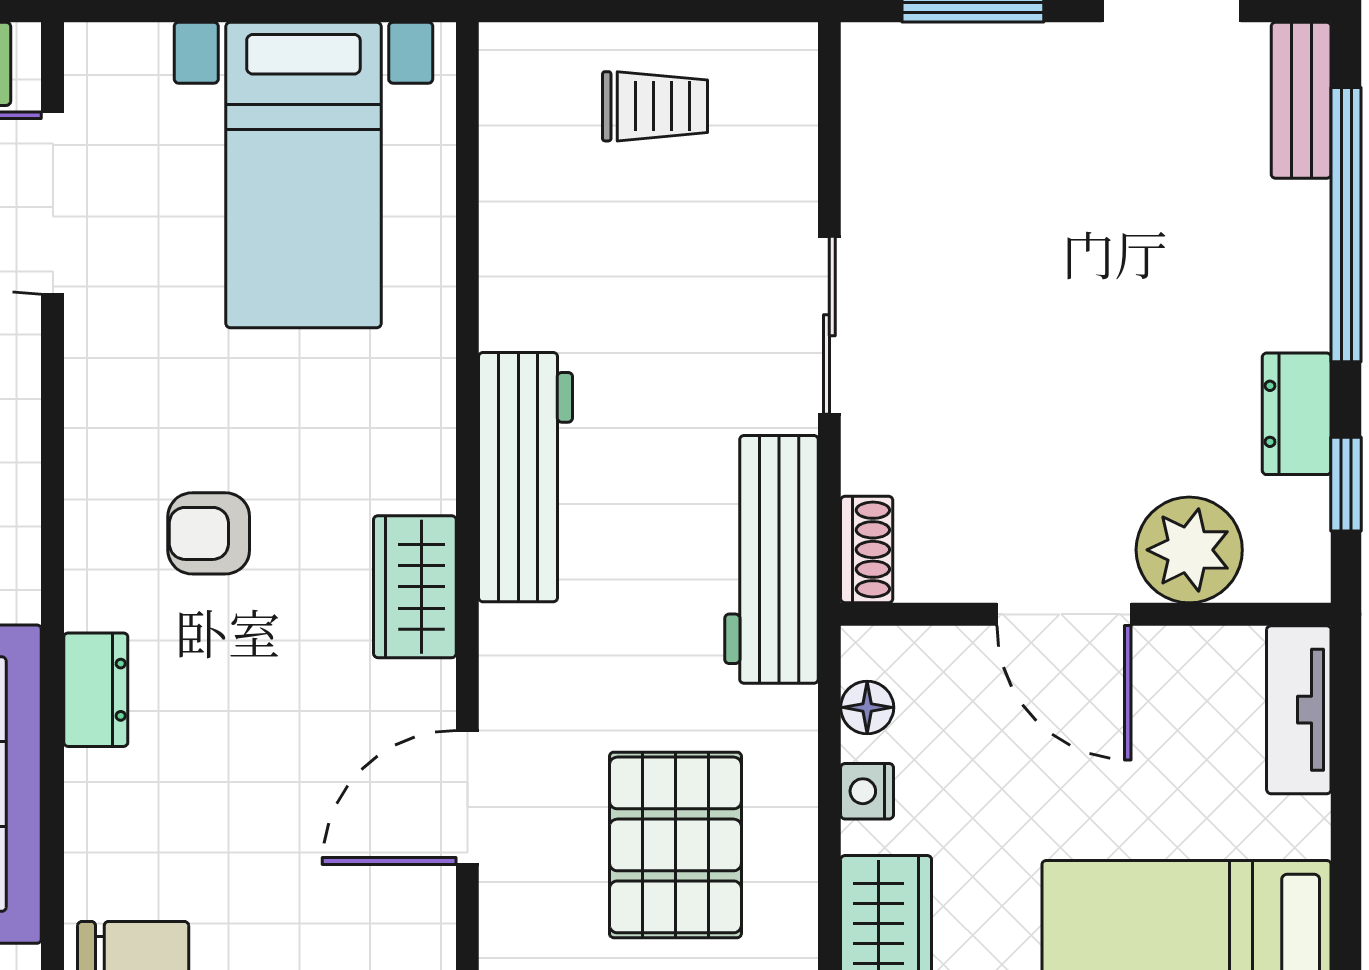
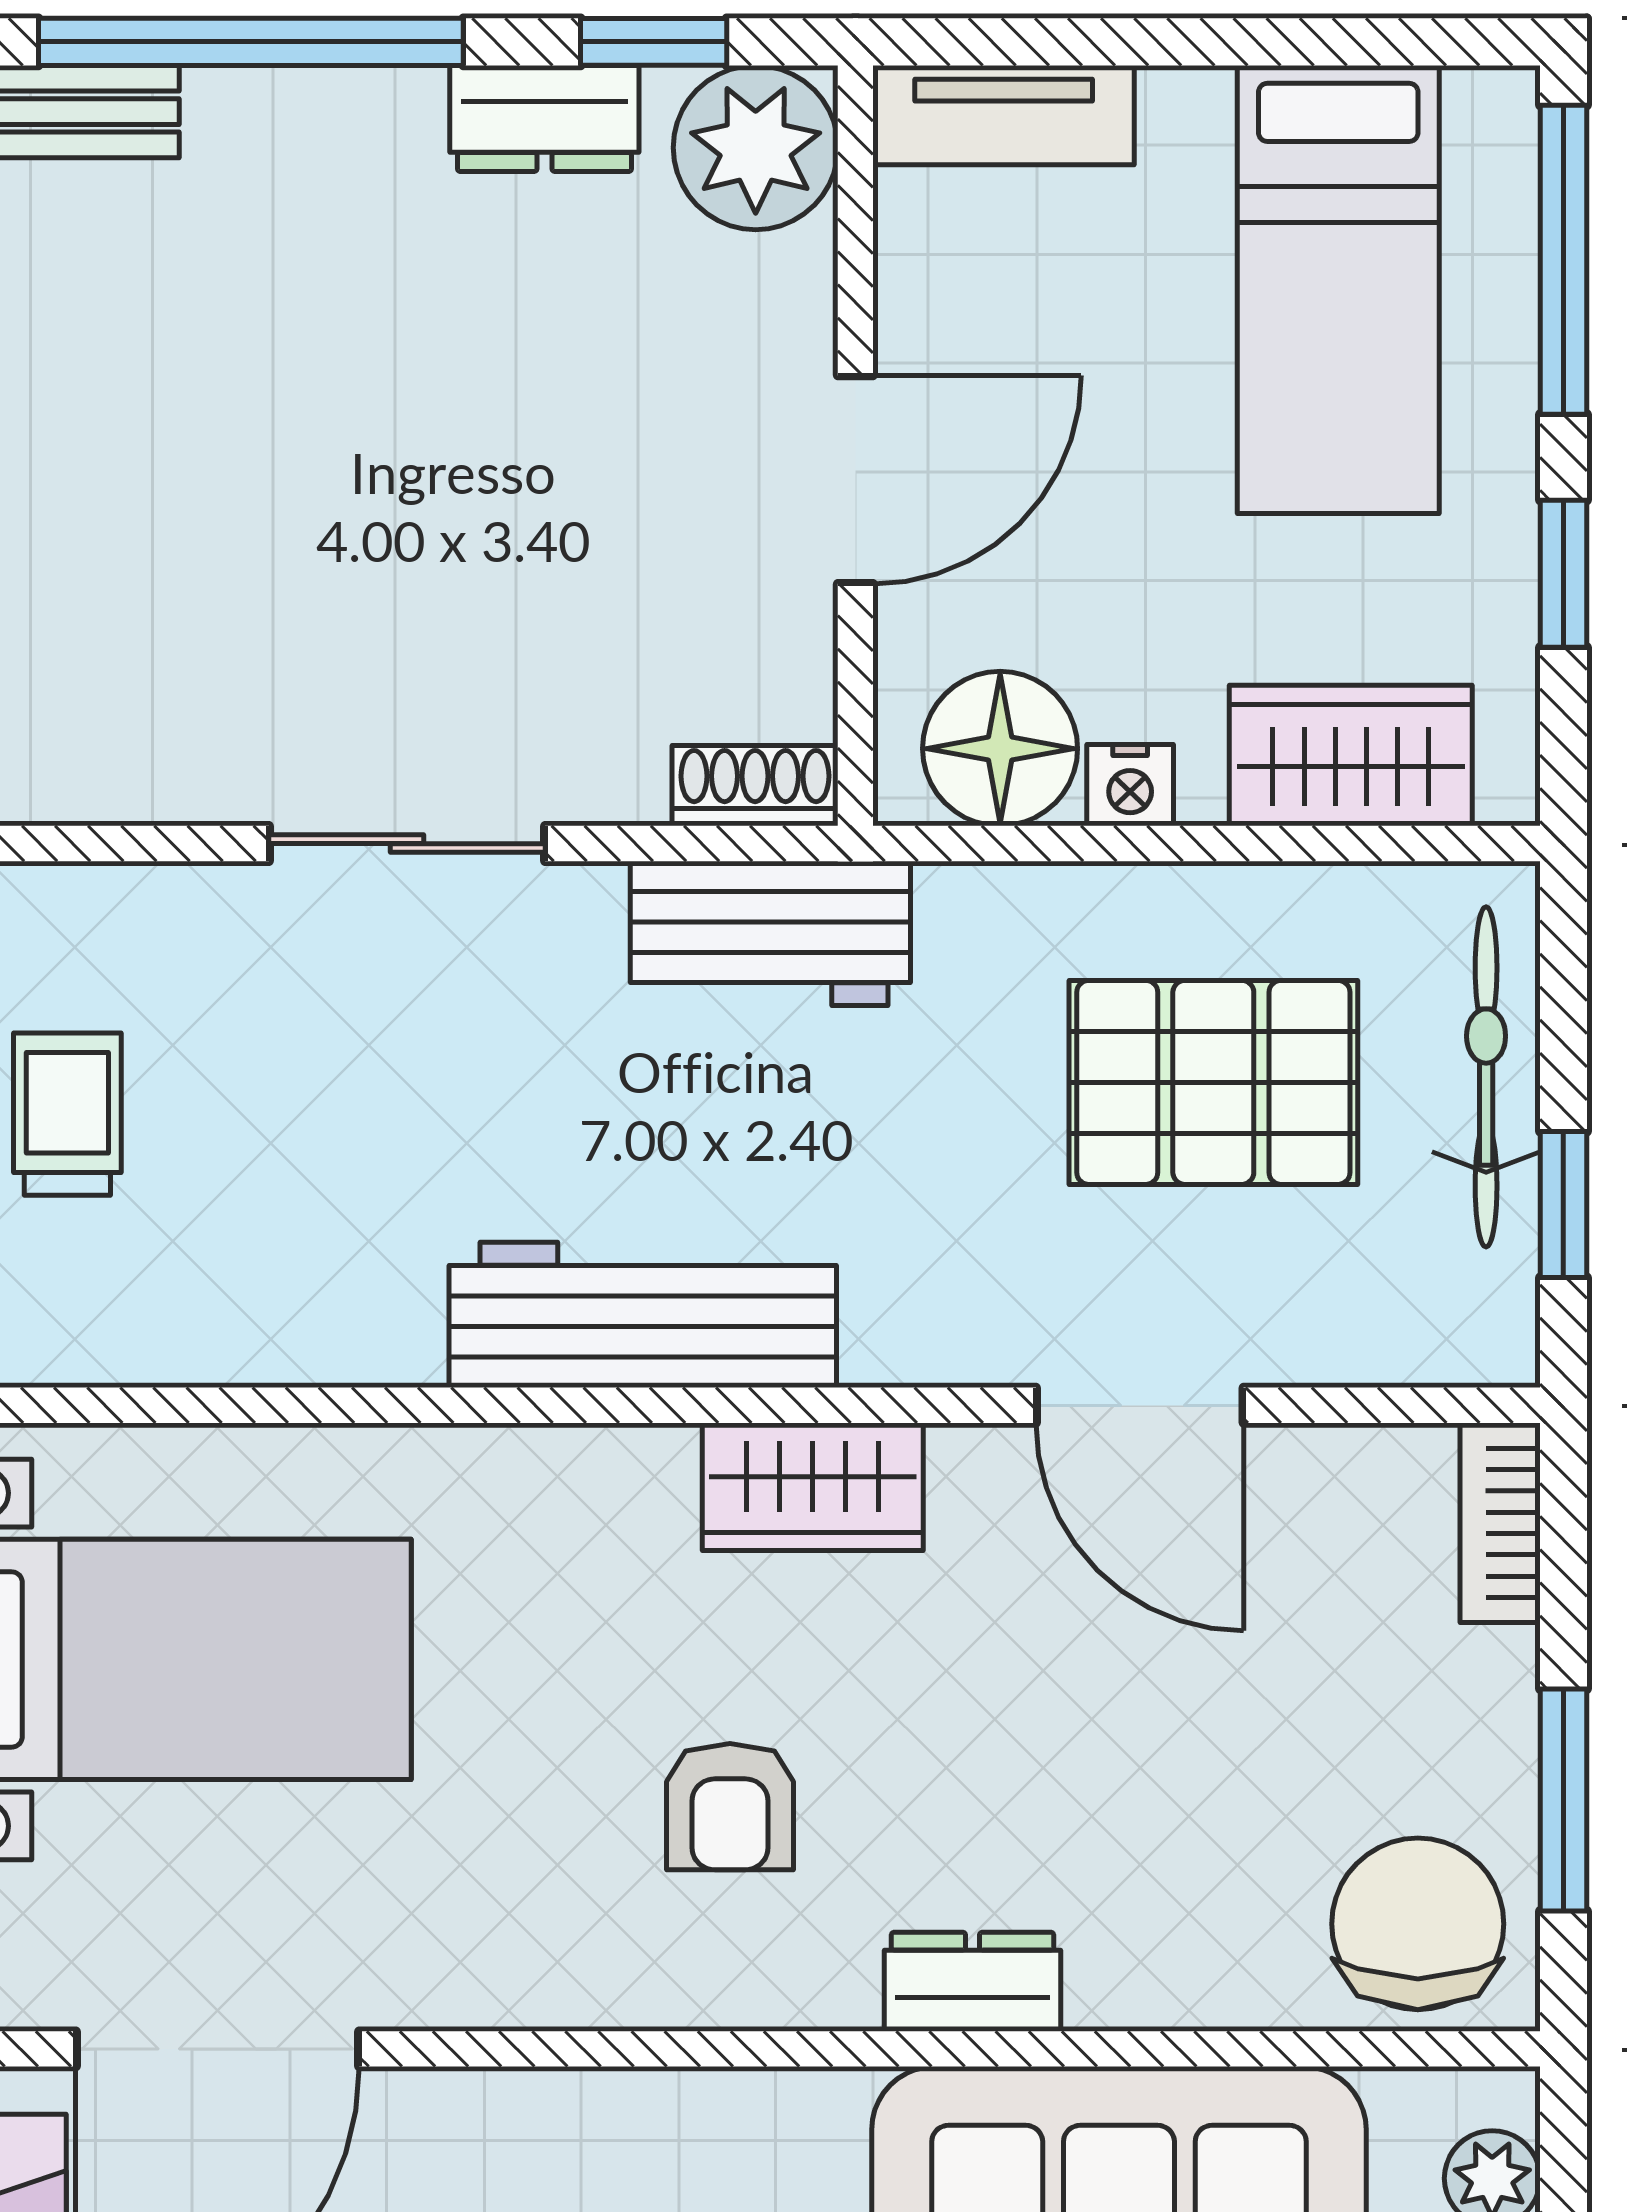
plant: (1189, 550) -> (756, 148), moved
workbench: (771, 559) -> (770, 933), width x0.73
floor lamp: (867, 707) -> (1000, 749), width x1.89, depth x1.89

